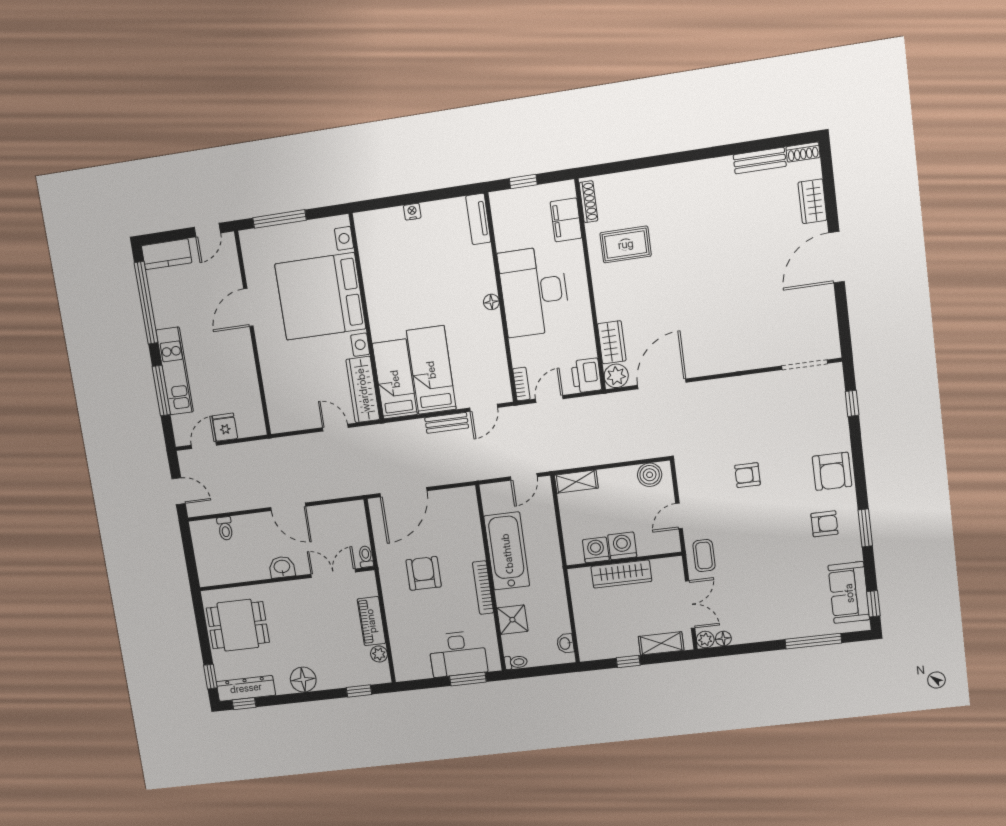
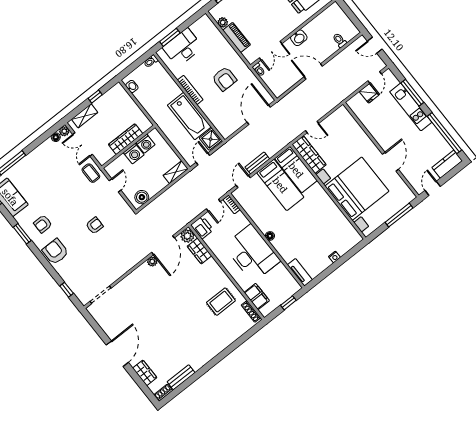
plant: (693, 369) -> (152, 262), added
shower: (512, 620) -> (211, 139), moved

